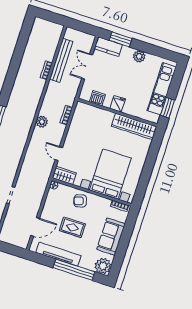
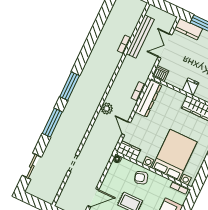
dishwasher: (97, 98) -> (160, 74), moved
dresser: (77, 121) -> (148, 99), added
plant: (42, 122) -> (107, 109), moved

